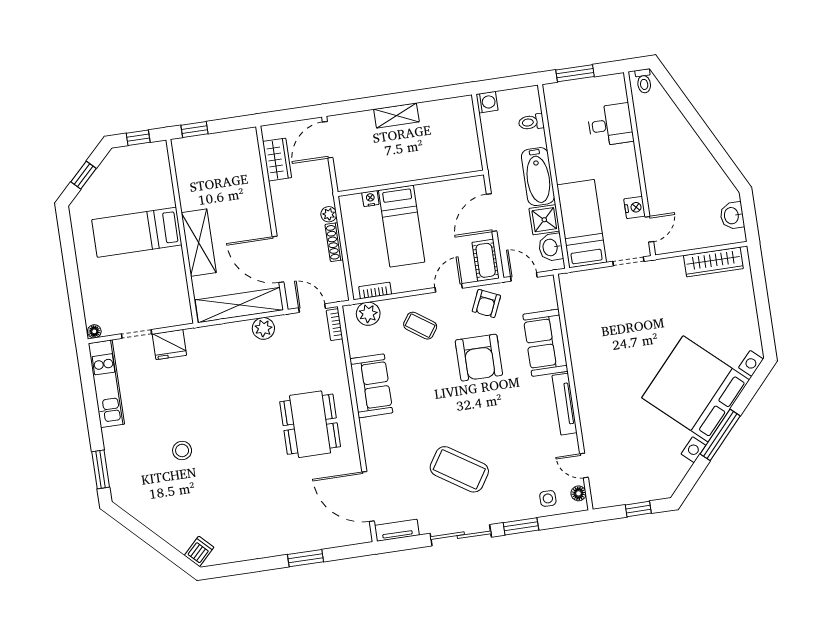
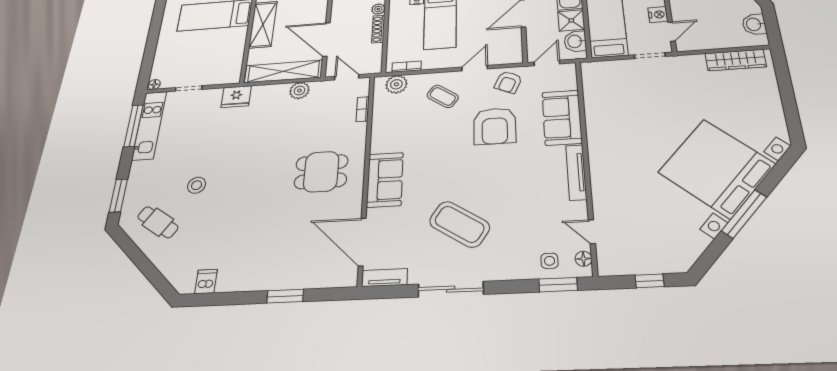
cot: (486, 260) -> (512, 49), removed
door: (524, 277) -> (547, 63), hinge flipped
bookcase: (334, 325) -> (363, 109), moved
fridge: (169, 345) -> (236, 97), moved
window: (88, 386) -> (134, 126), added
sofa: (371, 386) -> (385, 180), moved
dining table: (310, 424) -> (321, 172), width x0.73
cafe table: (154, 495) -> (158, 222), added
window: (521, 526) -> (558, 285), moved
dishwasher: (199, 551) -> (206, 281), moved, turned -45

